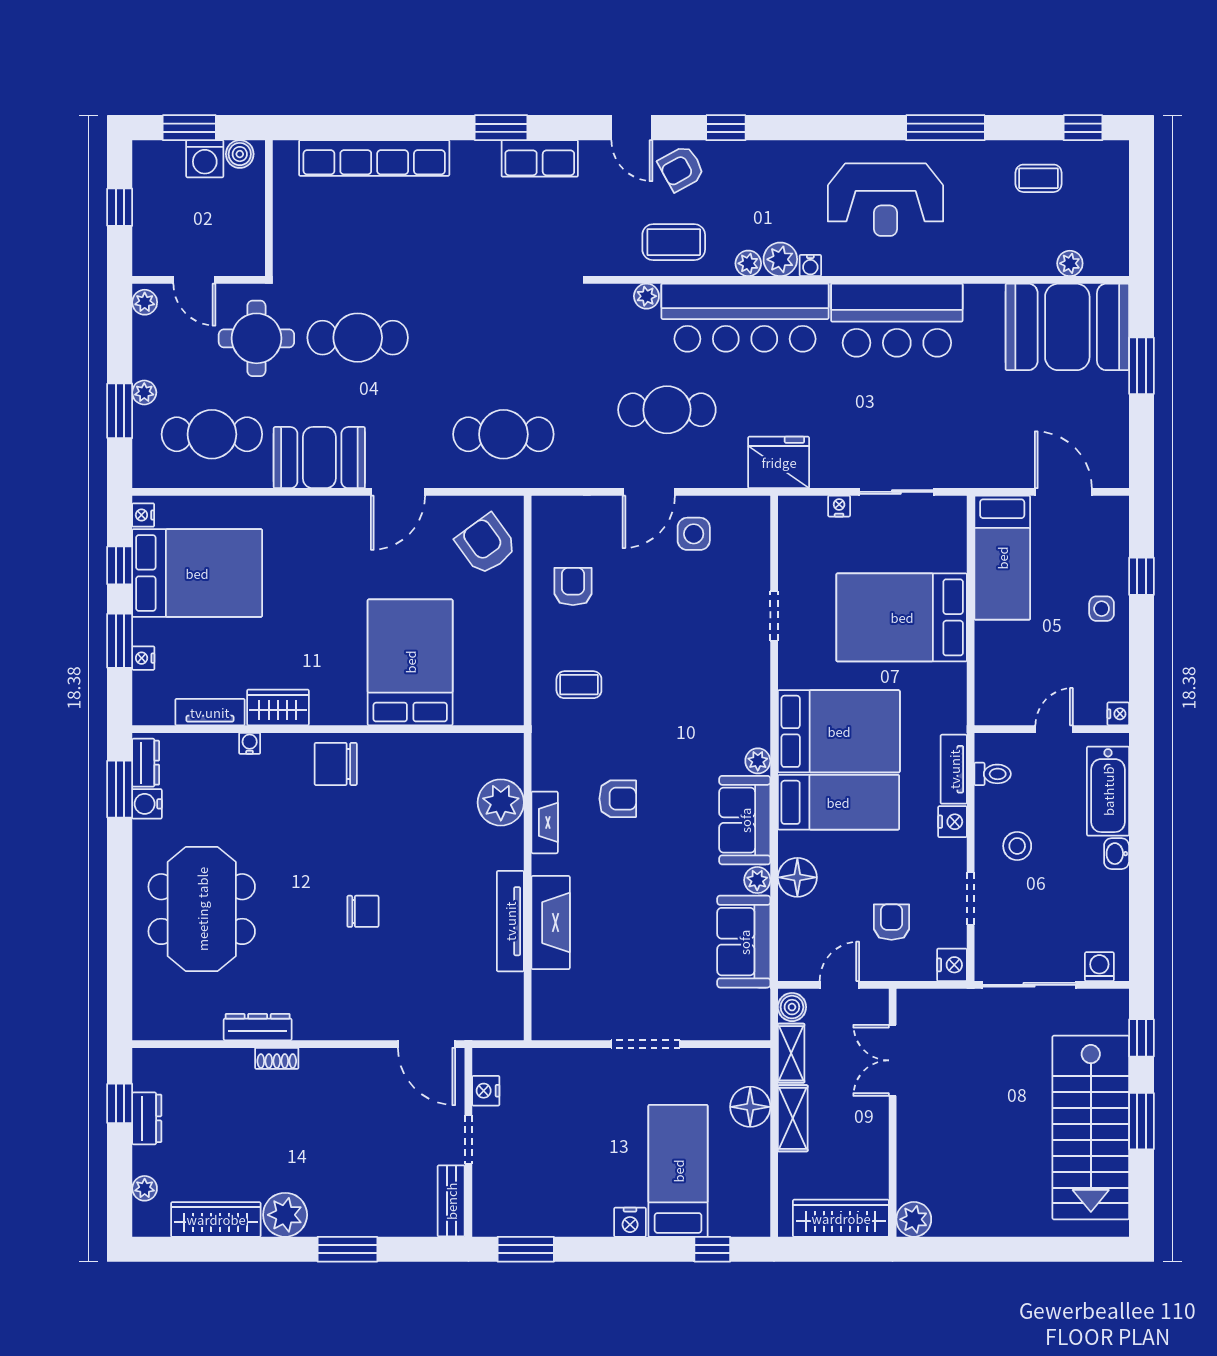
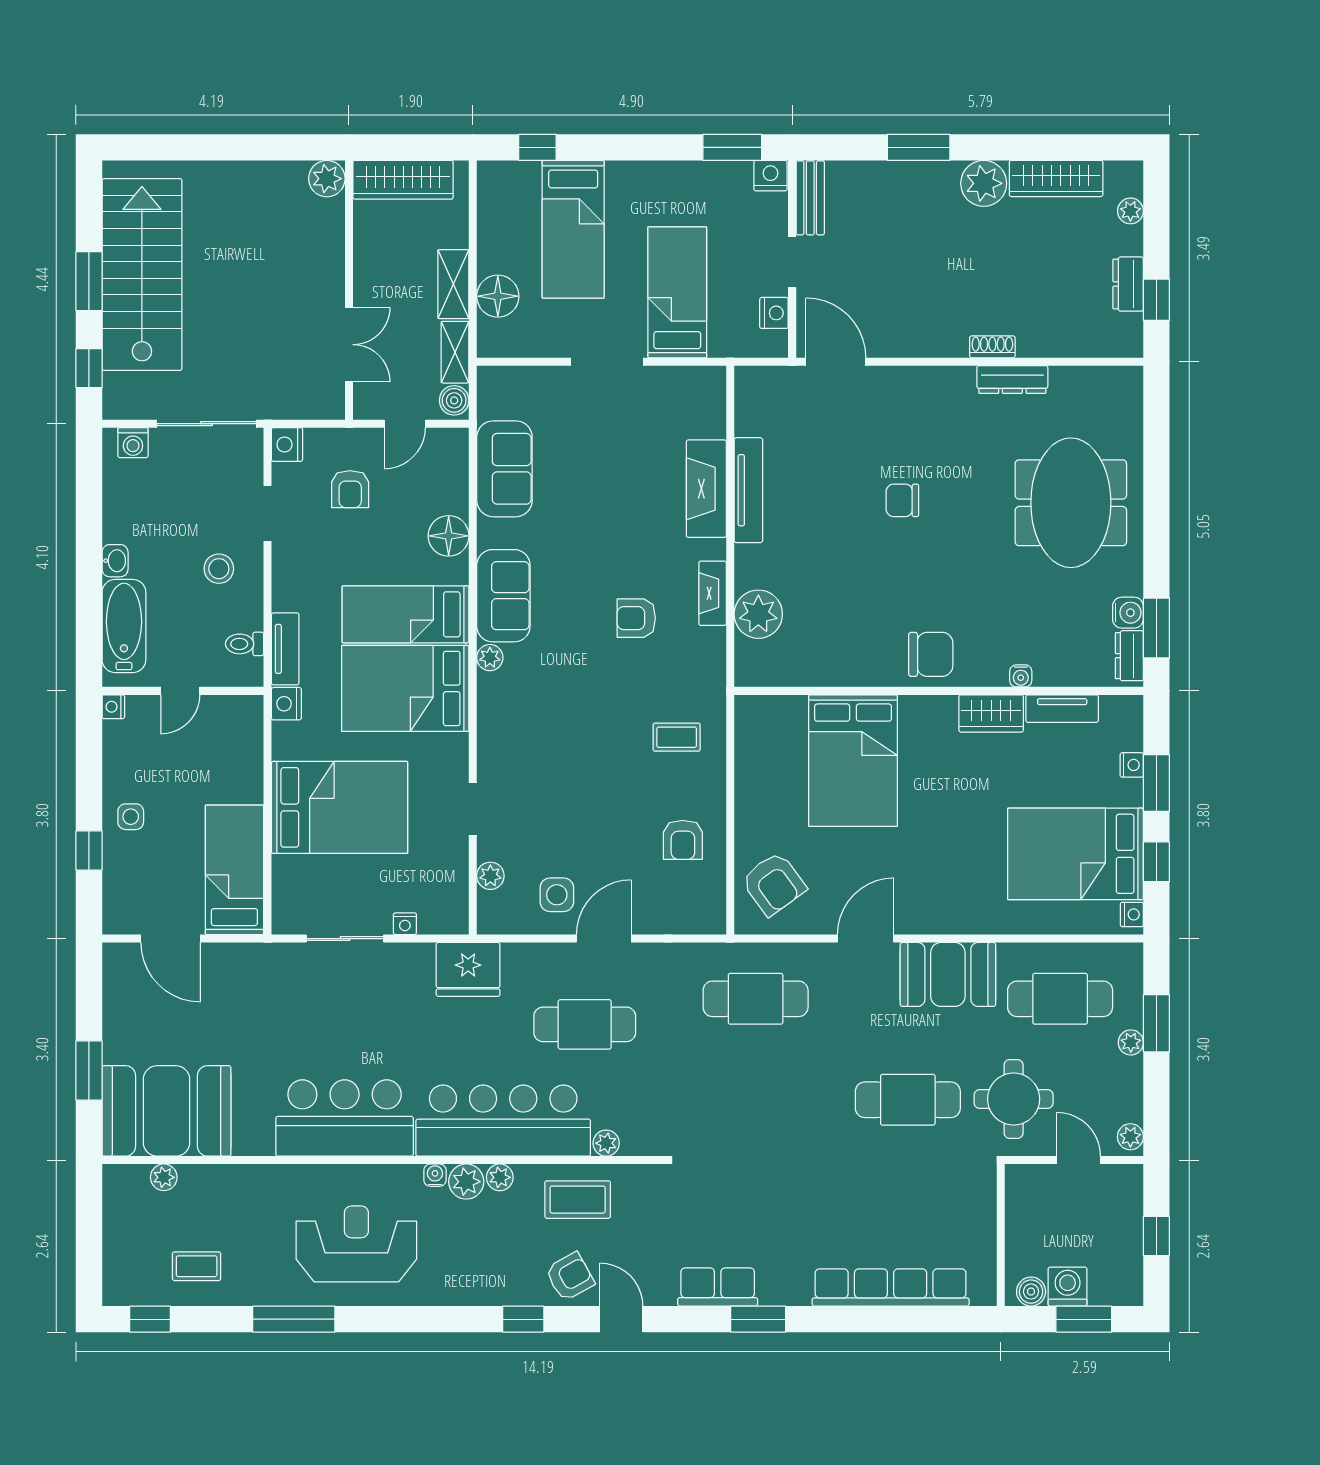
nightstand: (953, 822) -> (286, 704), moved
plant: (757, 880) -> (490, 876), moved
bed: (578, 1110) -> (677, 292), added
nightstand: (630, 1222) -> (770, 176), moved

